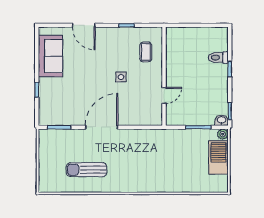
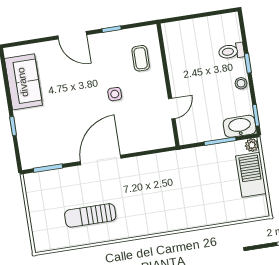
door: (84, 25) -> (72, 35), moved
stool: (222, 84) -> (241, 83), added
washbasin: (222, 120) -> (240, 126), width x1.91, depth x1.45

